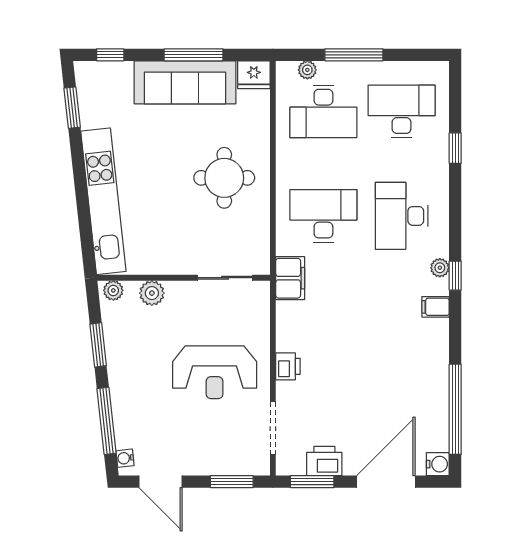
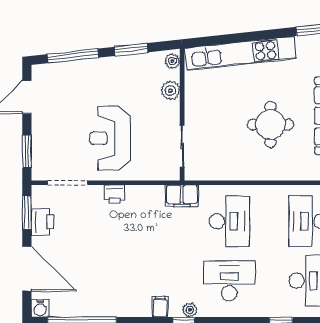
round table: (224, 178) -> (270, 125), moved
water cooler: (125, 458) -> (45, 70), removed

